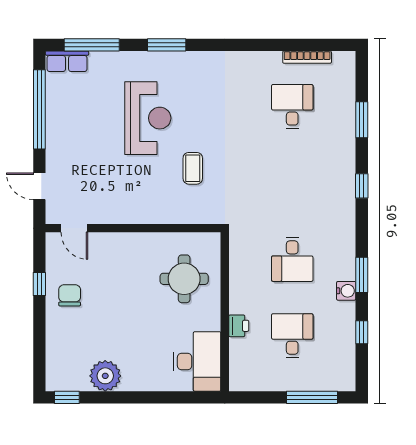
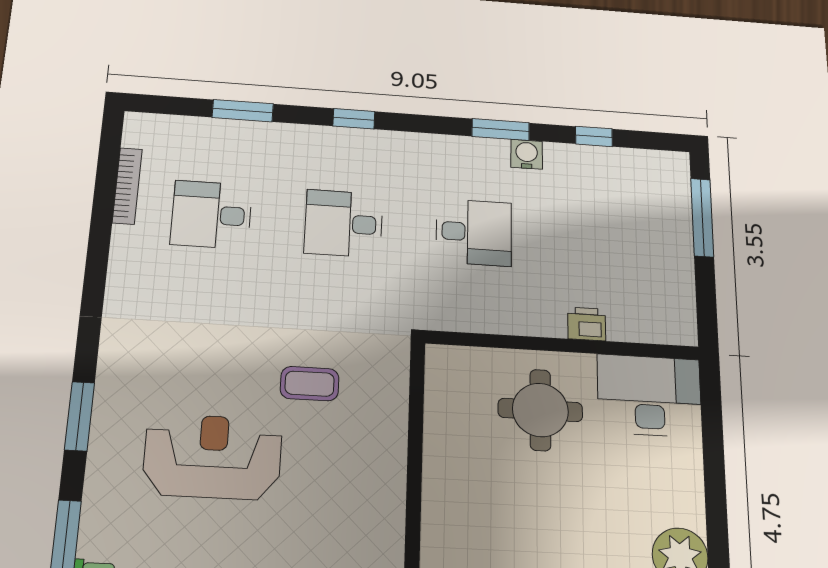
round table: (184, 279) -> (540, 410), moved
desk: (292, 336) -> (344, 224), moved

